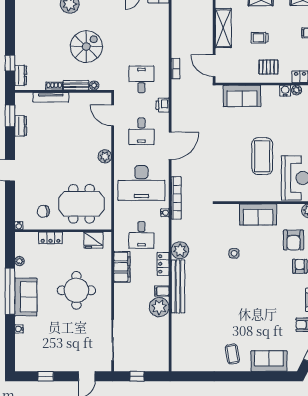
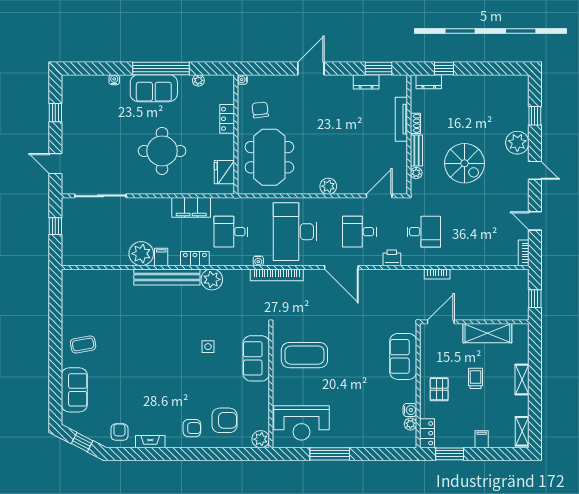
coffee table: (262, 156) -> (304, 355), moved
sofa: (258, 214) -> (256, 358), moved
armchair: (294, 240) -> (225, 420), turned 180

